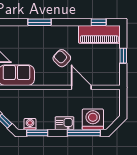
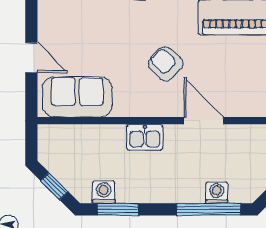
washing machine: (93, 119) -> (217, 193), width x0.53, depth x0.53
kitchen sink: (64, 123) -> (145, 137), moved, turned 180

